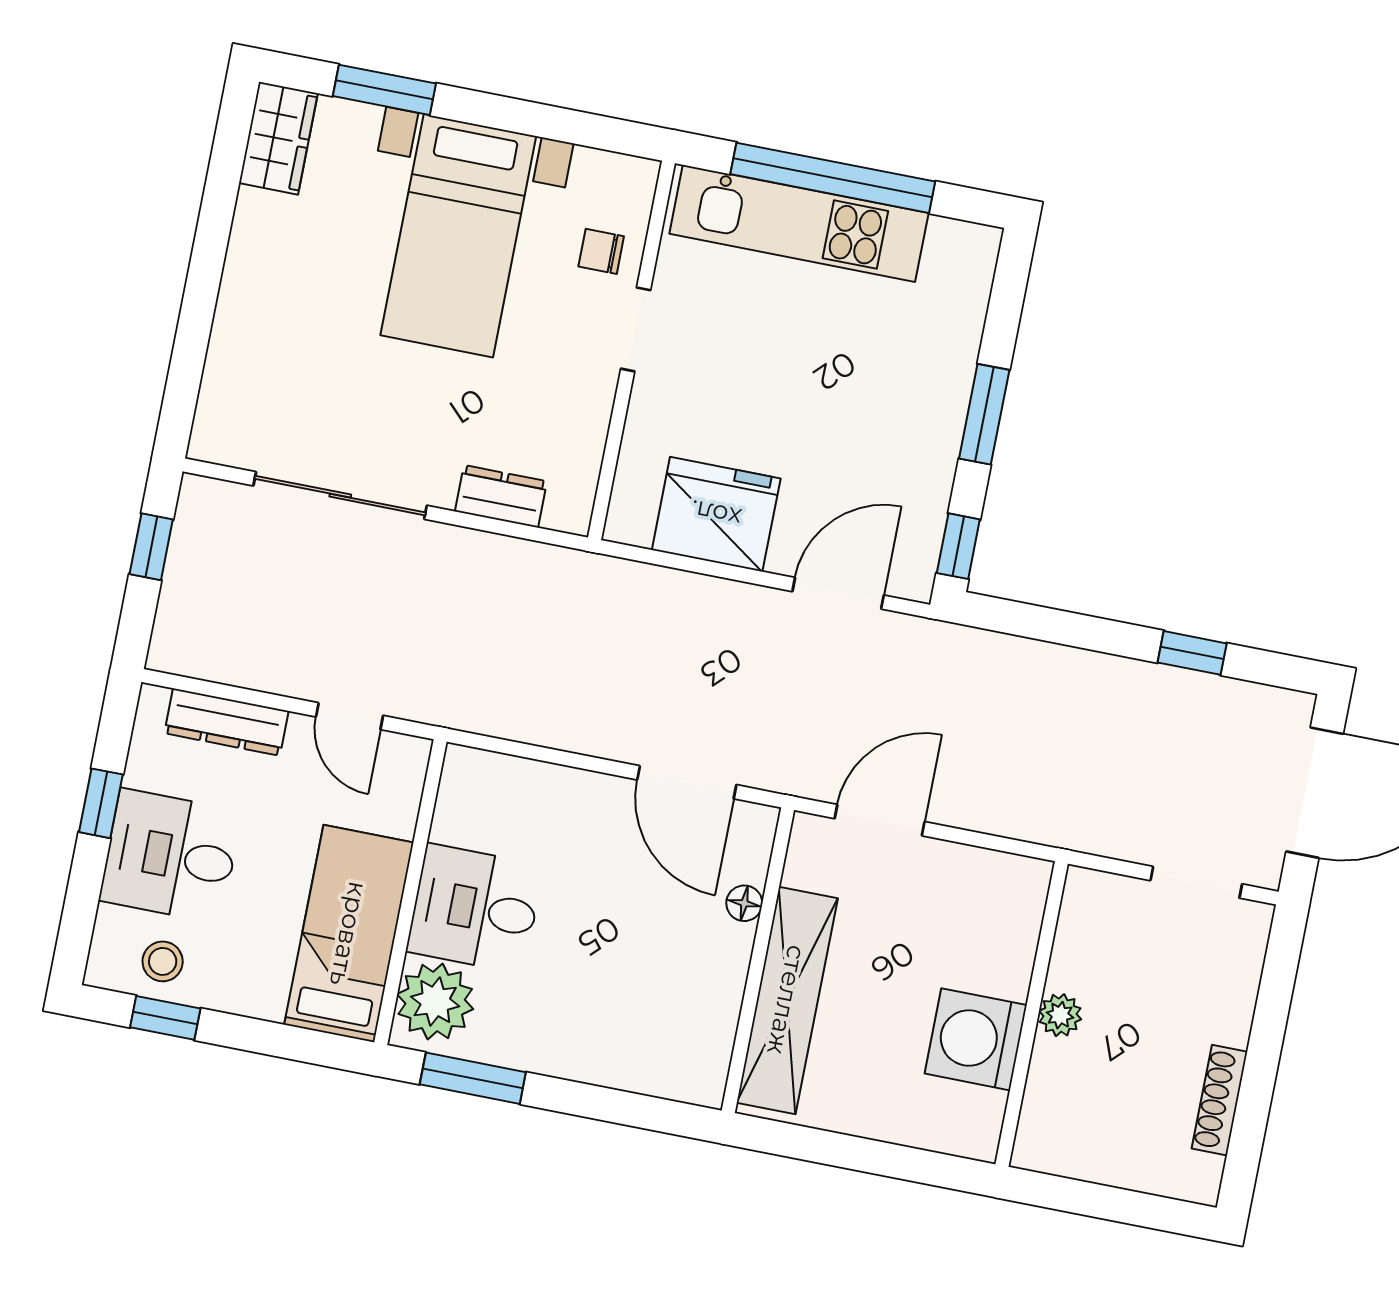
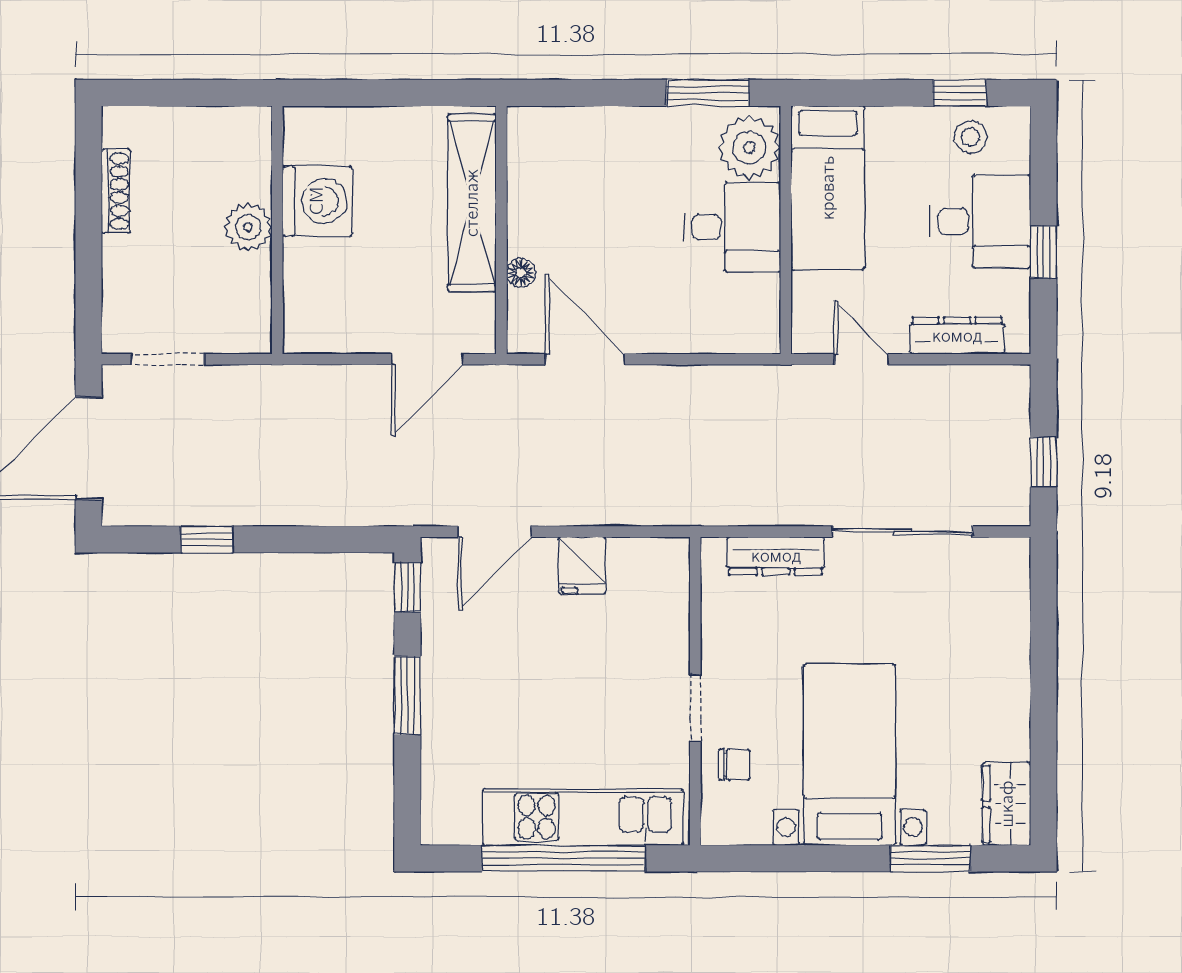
dresser: (501, 496) -> (776, 556), width x1.44
fridge: (716, 514) -> (582, 565), width x0.53, depth x0.75
plant: (1060, 1015) -> (248, 227), width x1.38, depth x1.38

